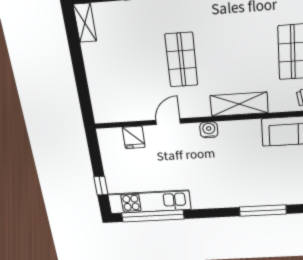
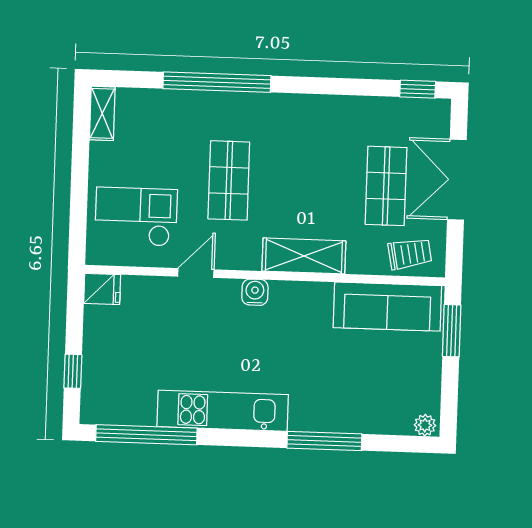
checkout: (122, 90) -> (136, 217), added
fridge: (134, 137) -> (102, 289), moved, turned -90
kitchen unit: (149, 202) -> (223, 411), moved

